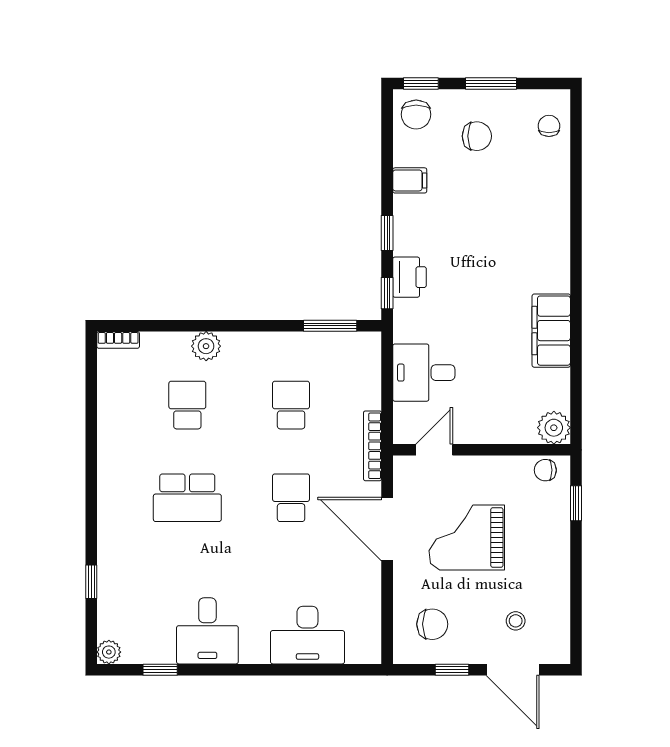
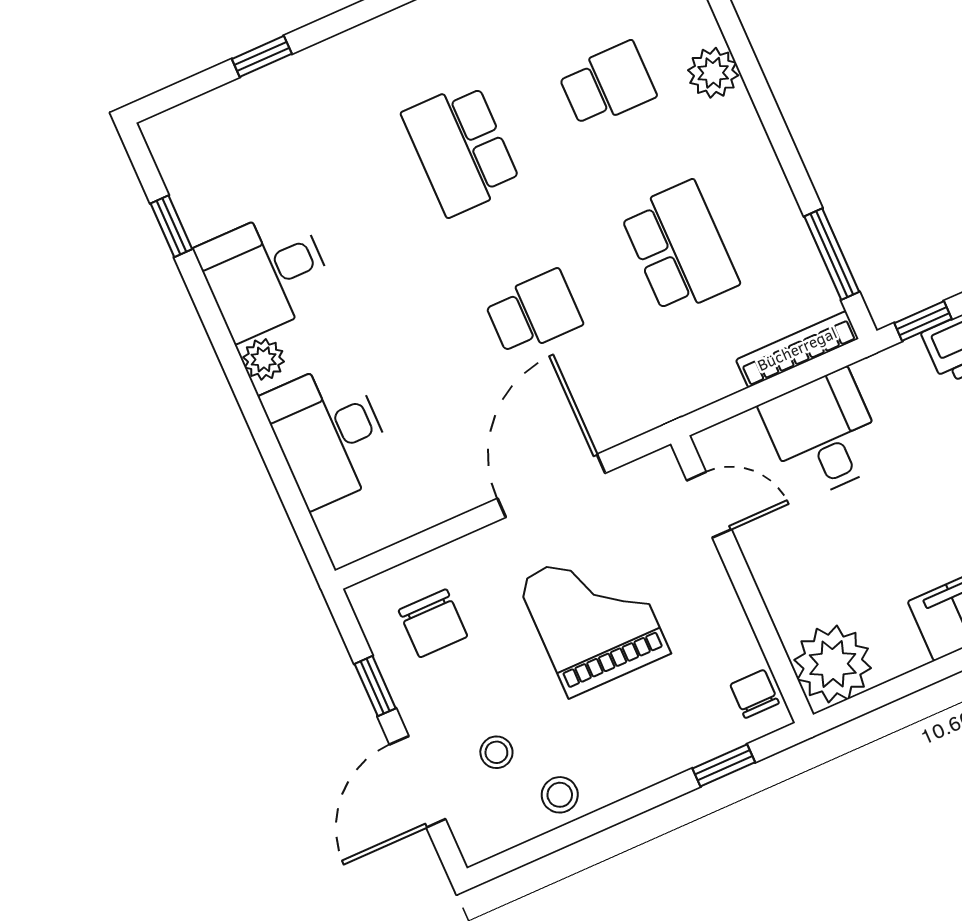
school desk: (291, 405) -> (680, 248), width x1.85
plant: (554, 428) -> (833, 664), width x1.36, depth x1.36
bookcase: (373, 446) -> (797, 349), moved
stool: (553, 597) -> (560, 795), added
plant: (109, 652) -> (264, 359), moved

